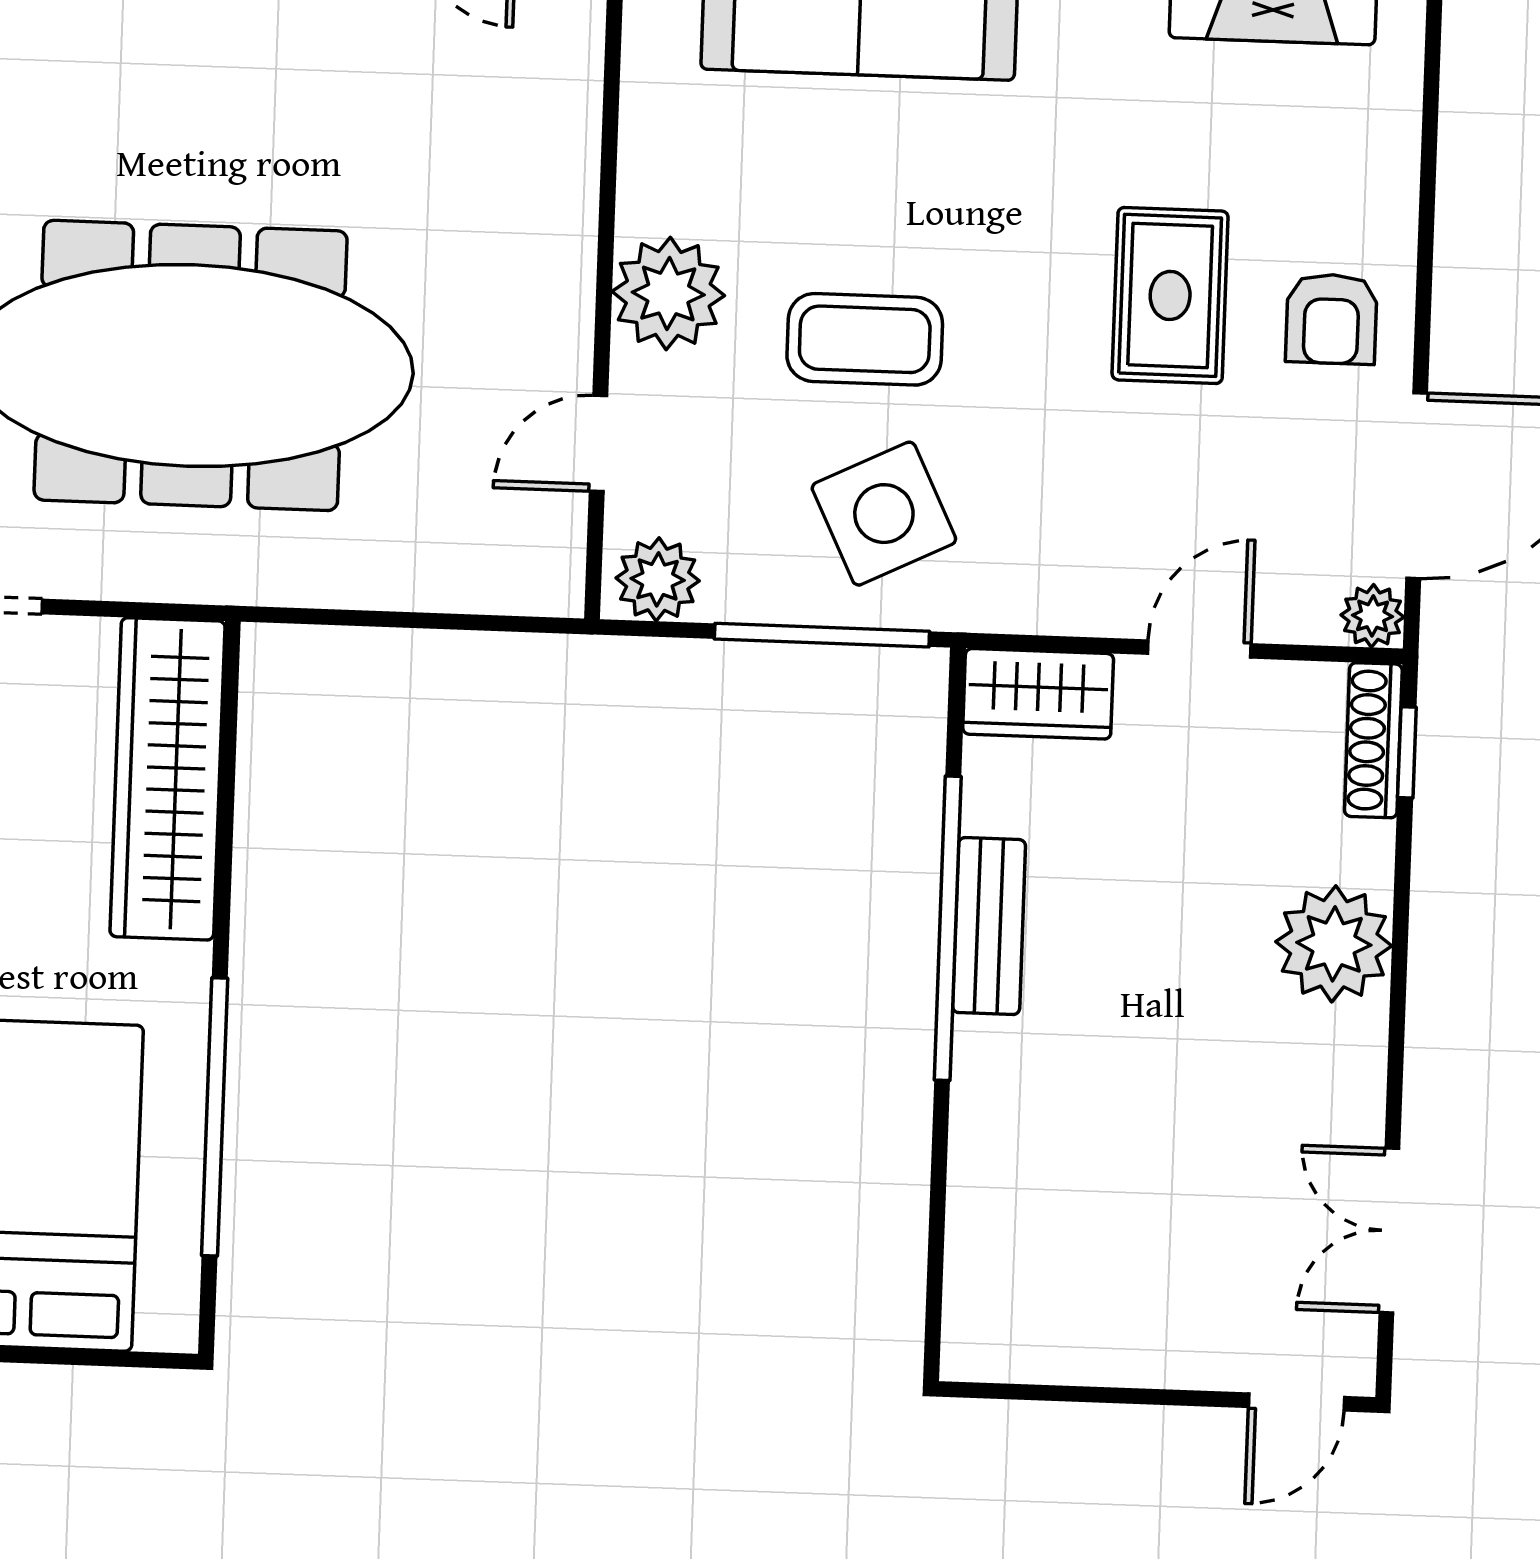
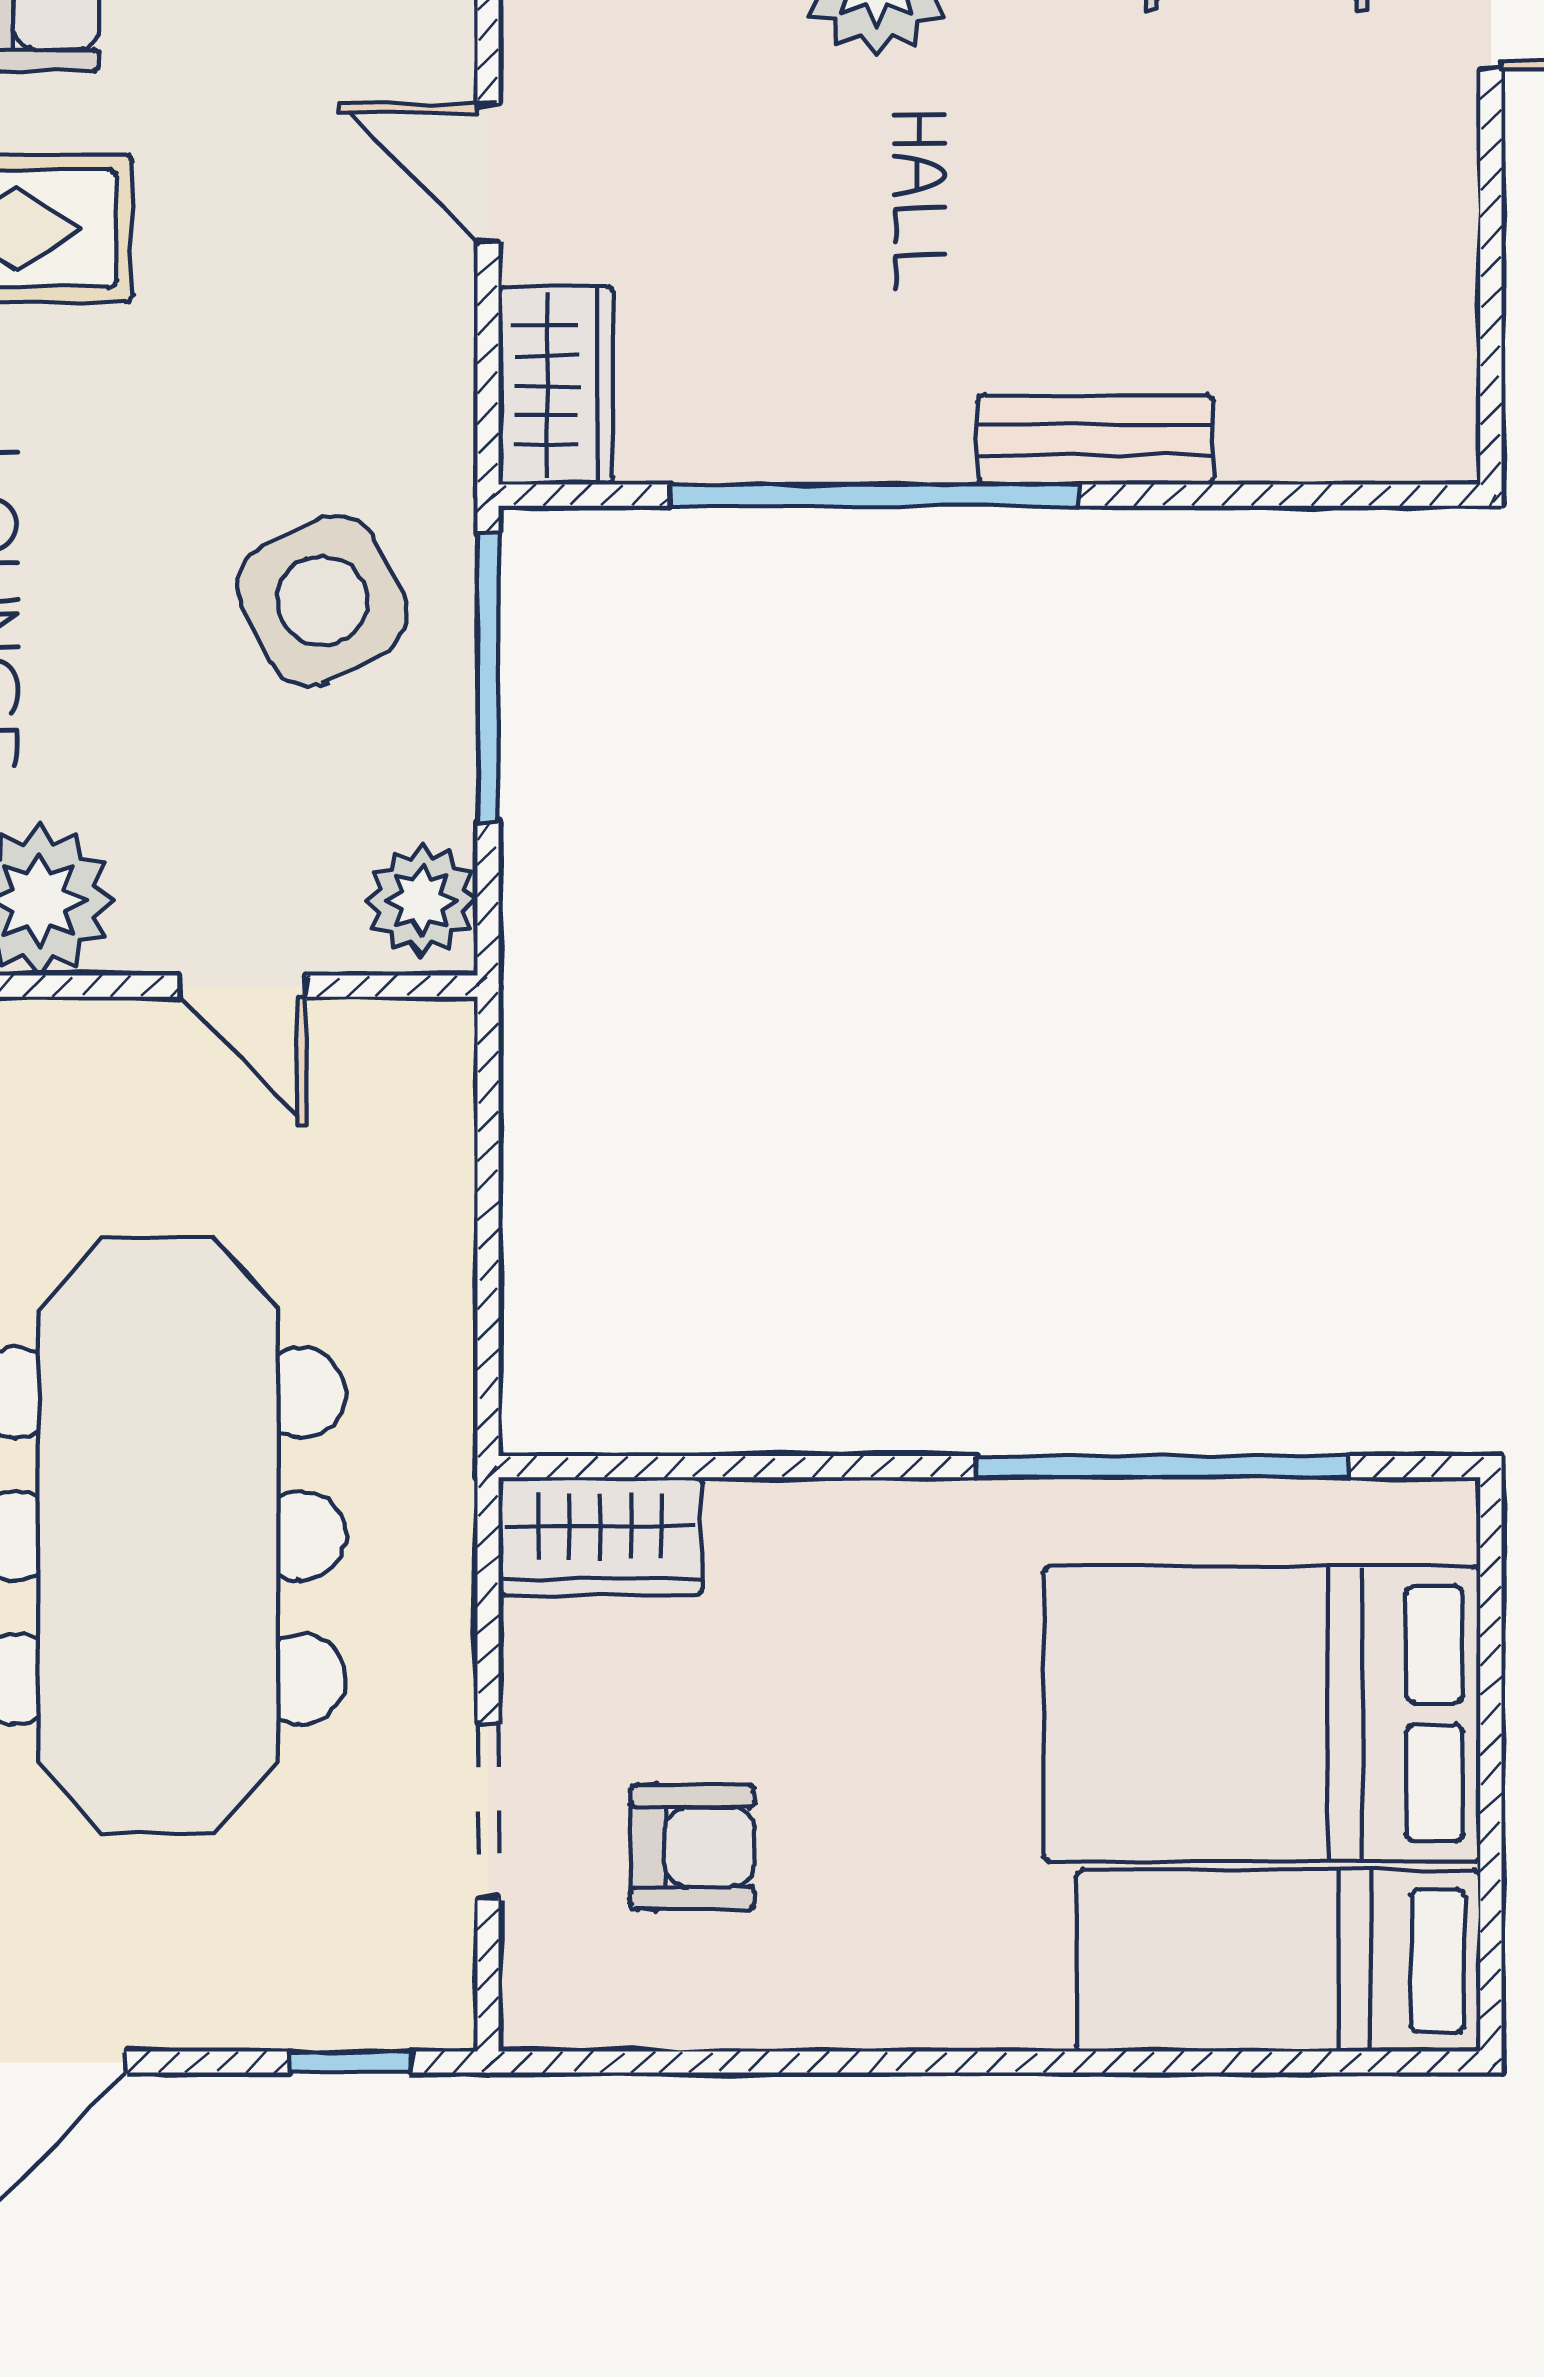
coffee table: (865, 339) -> (90, 635), removed
wardrobe: (167, 779) -> (600, 1536), width x0.48, depth x0.85
bench: (989, 926) -> (1095, 440), moved

